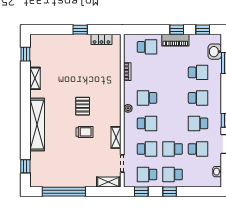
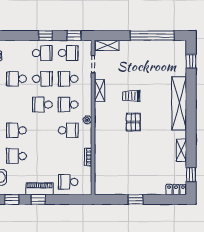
locker: (101, 39) -> (176, 190), moved
school desk: (198, 123) -> (42, 105), moved, turned 180

